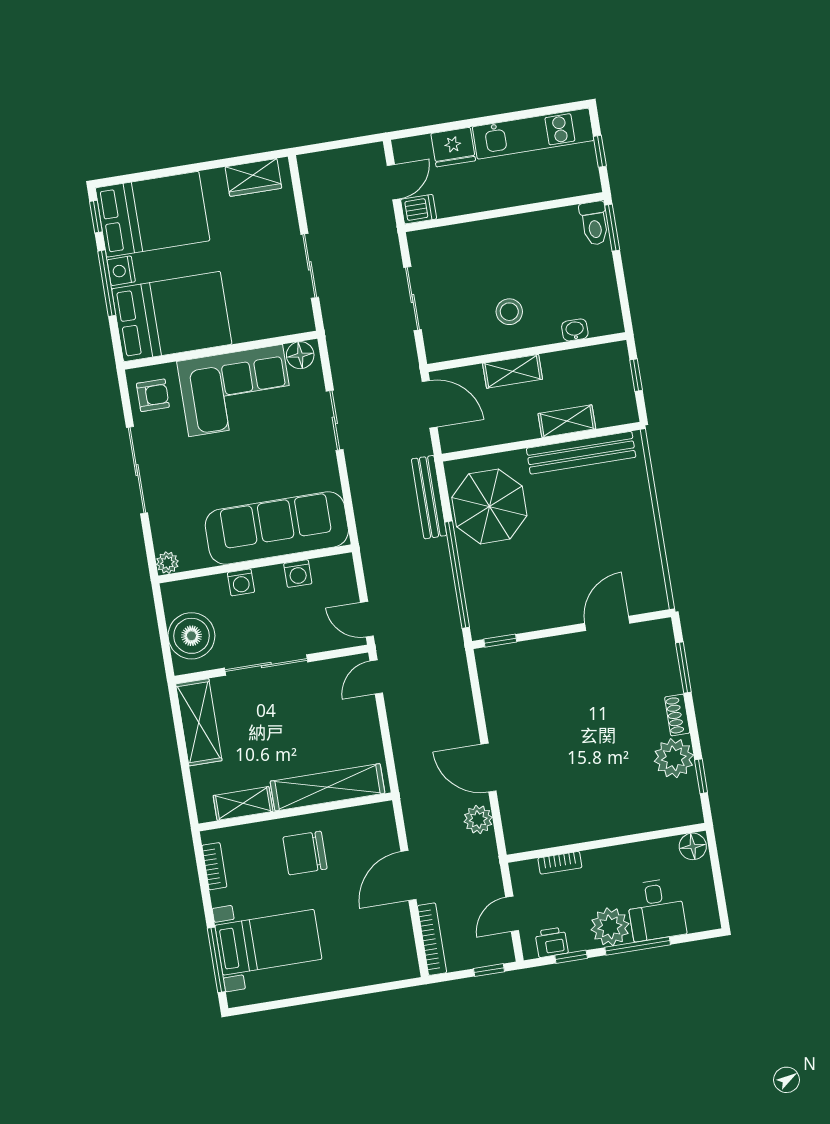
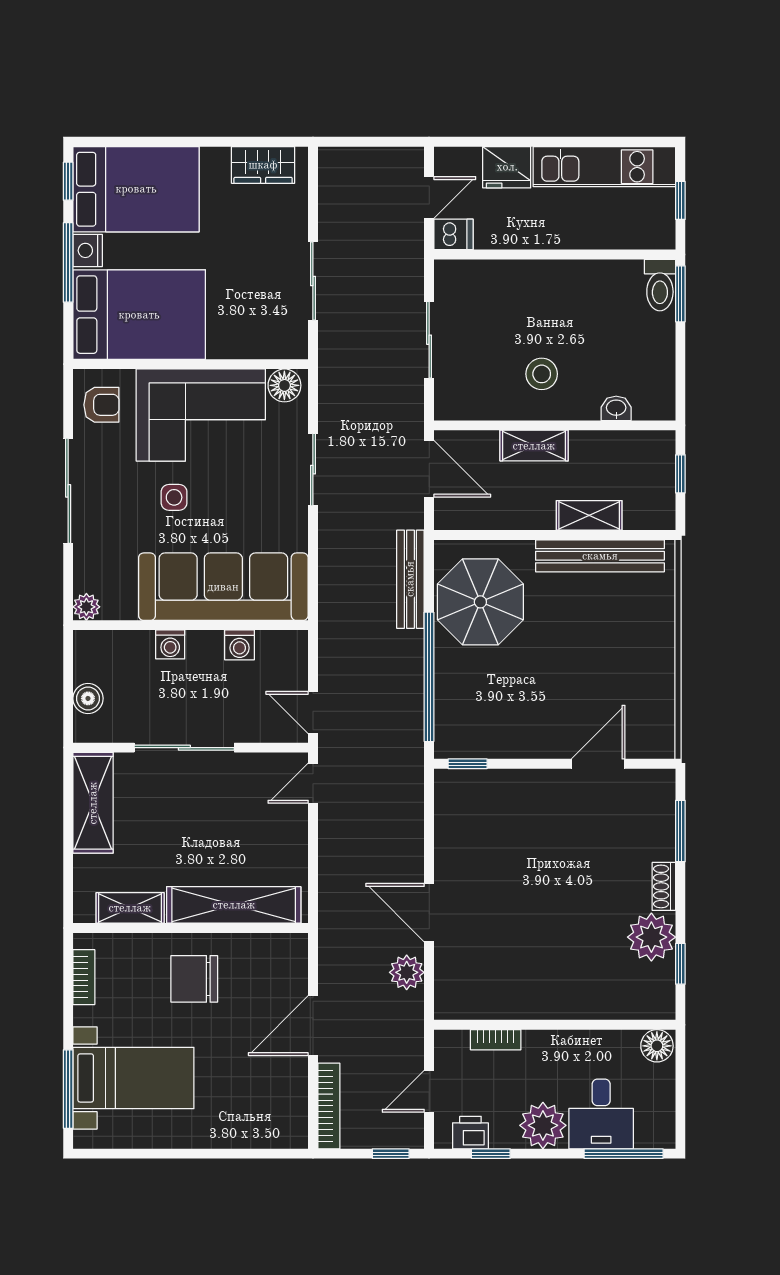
side table: (225, 461) -> (174, 497), added
boiler: (191, 636) -> (88, 698), width x0.54, depth x0.54
window: (638, 946) -> (624, 1154), moved

